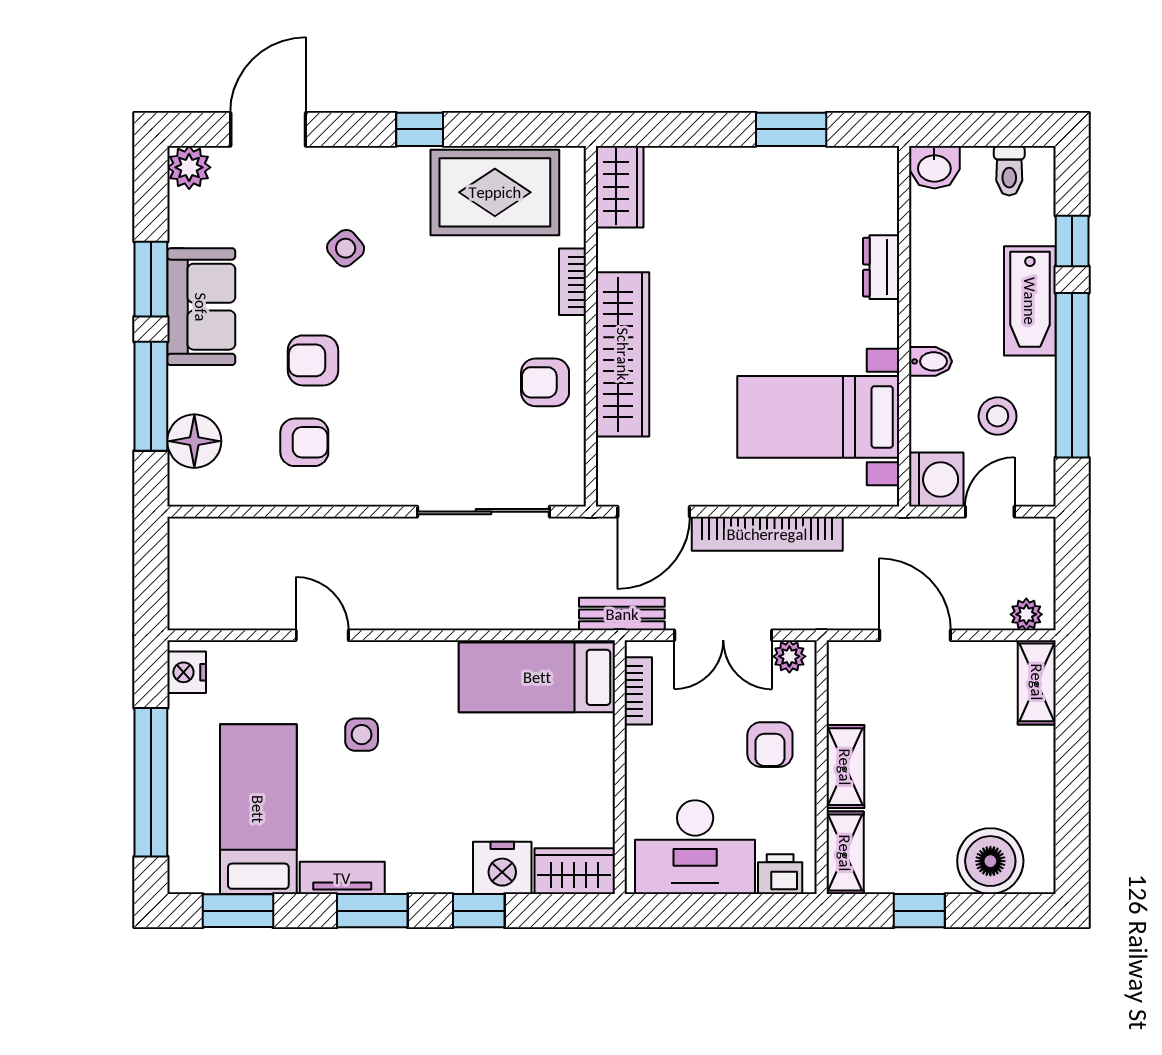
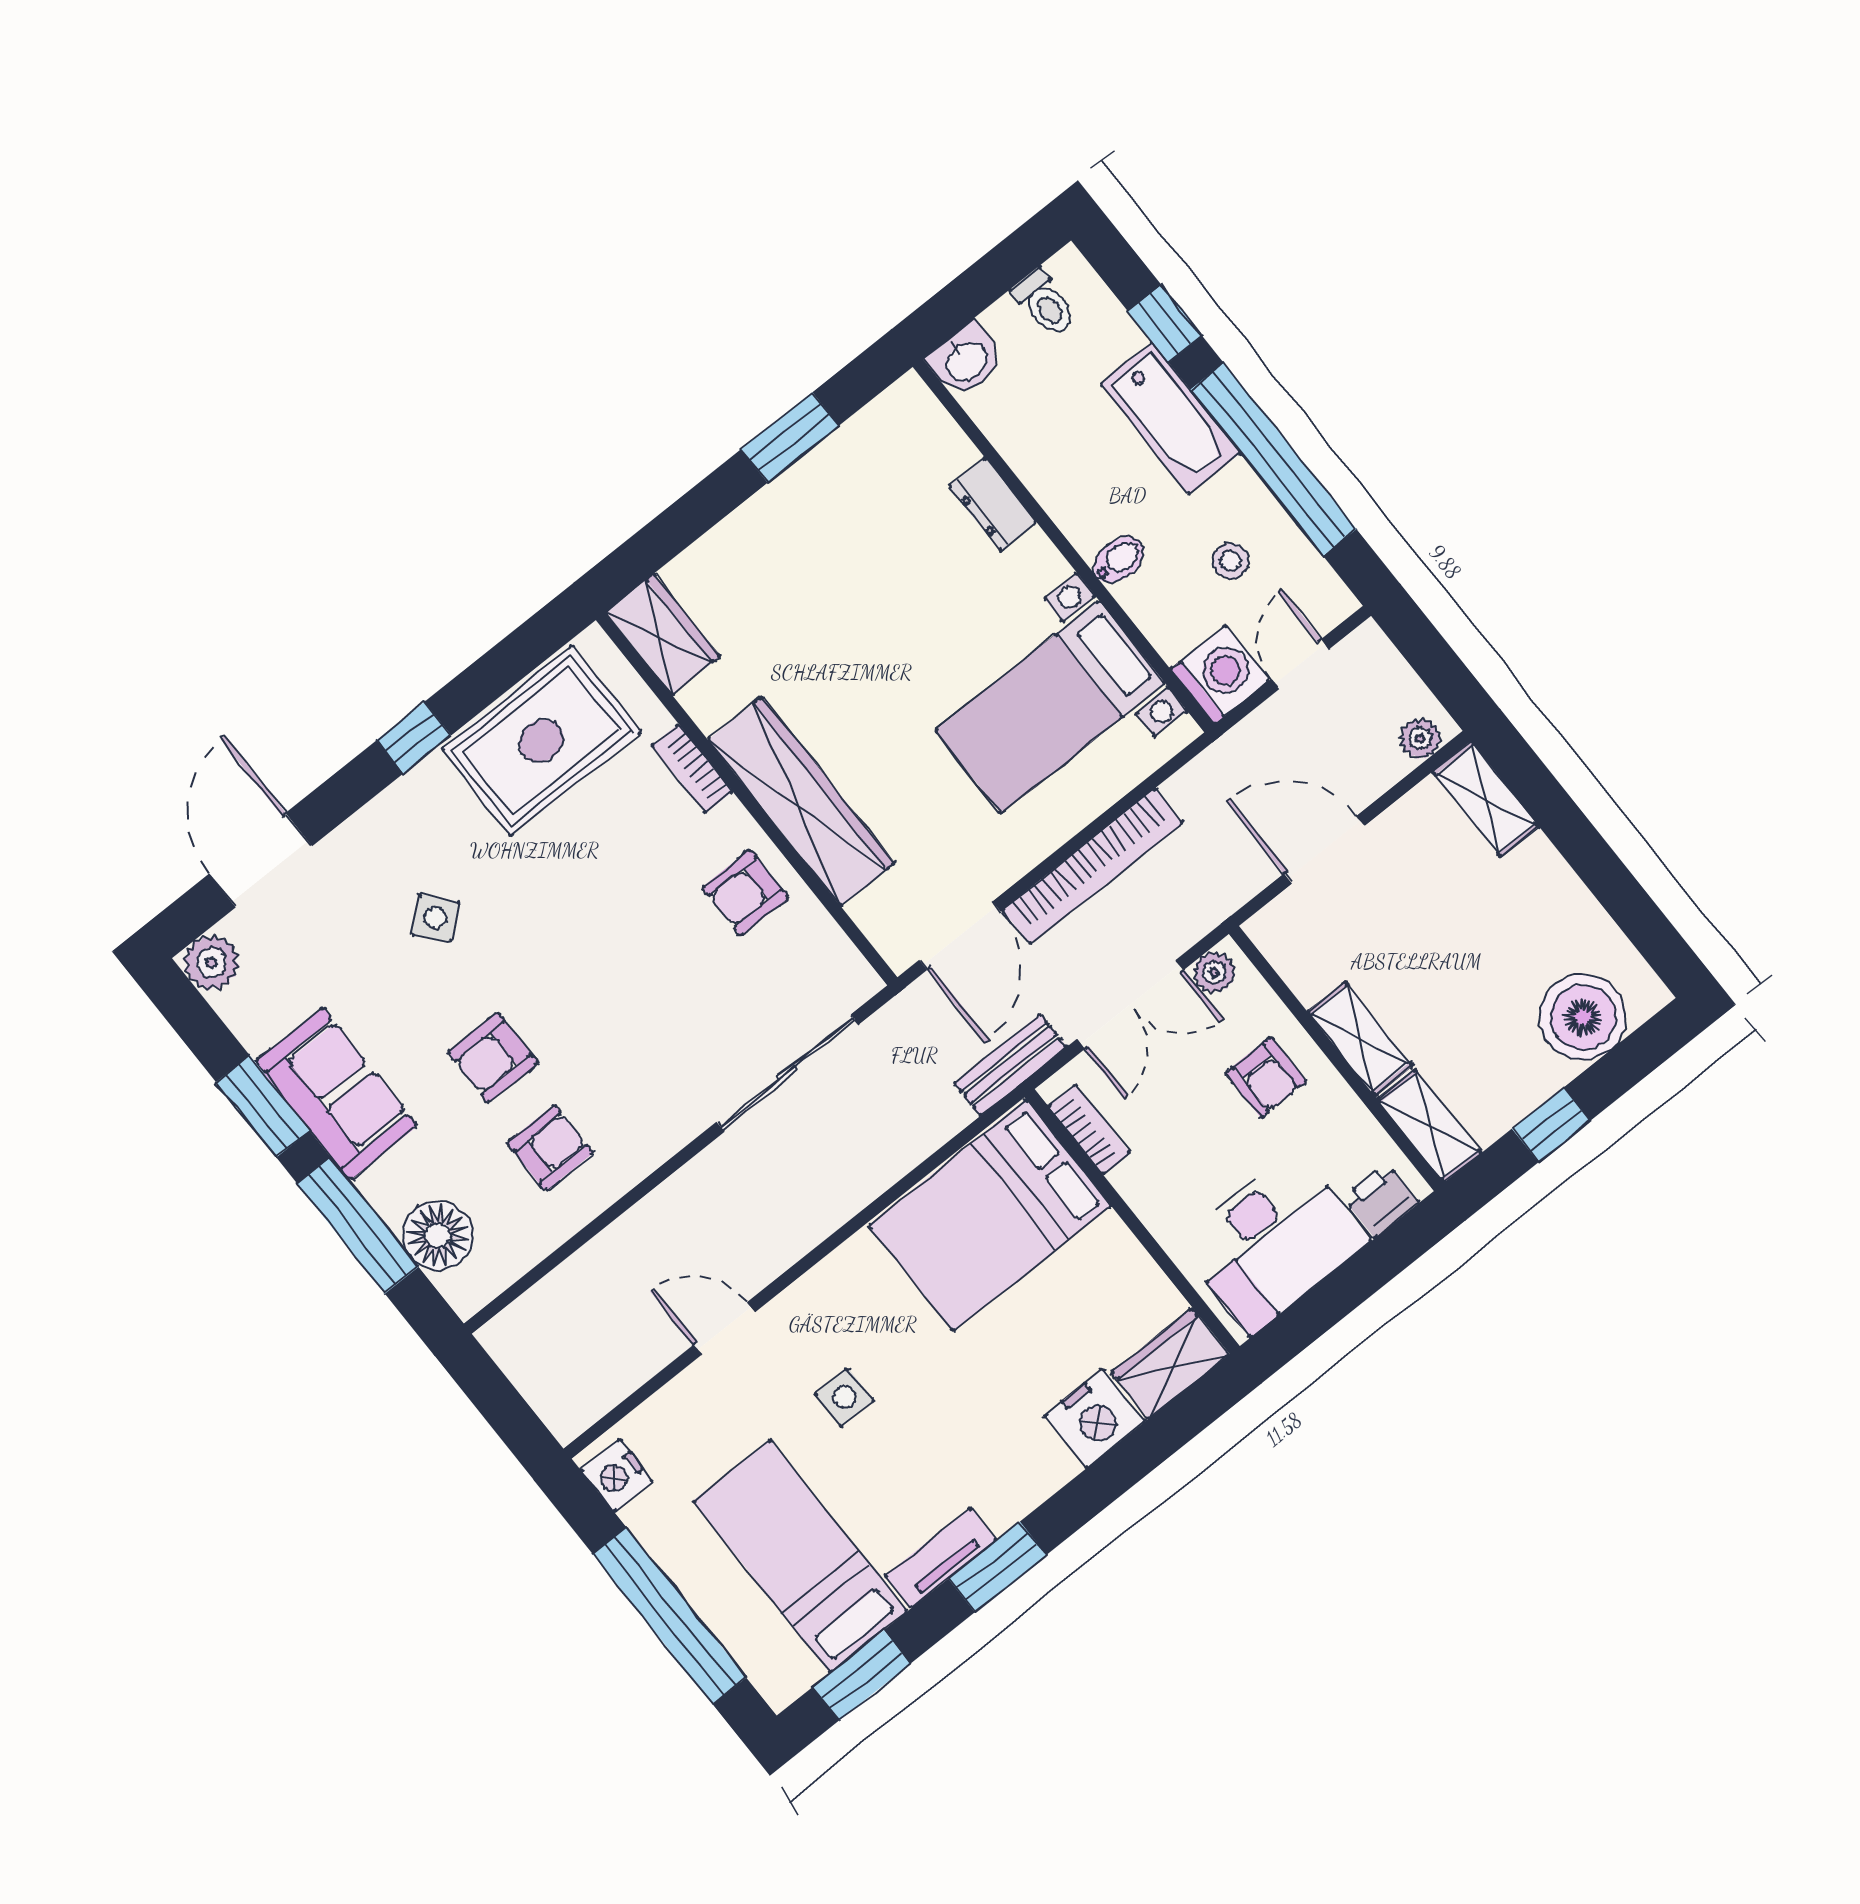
stool: (998, 416) -> (1231, 561), width x0.73, depth x0.73
bed: (537, 677) -> (990, 1216), width x1.50
window: (479, 911) -> (1105, 1481), removed

